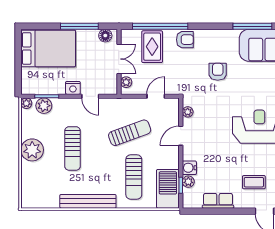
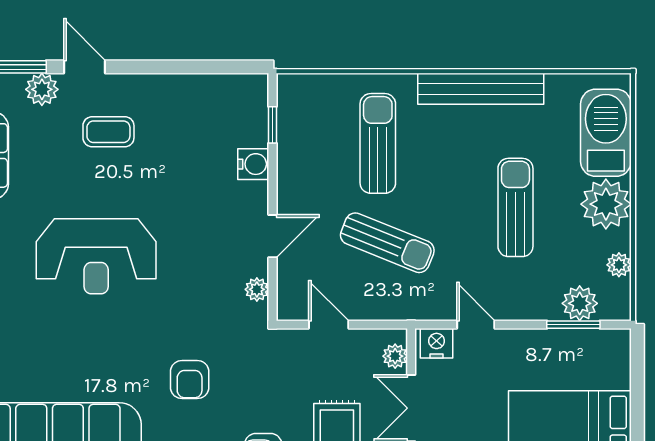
nightstand: (73, 88) -> (437, 343), moved
door: (156, 96) -> (329, 325), swing flipped
plant: (26, 103) -> (619, 265), moved
sun lounger: (130, 133) -> (387, 243), turned -138
plant: (188, 182) -> (256, 133), removed
barbecue: (168, 189) -> (606, 133), moved, turned 180
row of seats: (218, 201) -> (189, 90), removed

